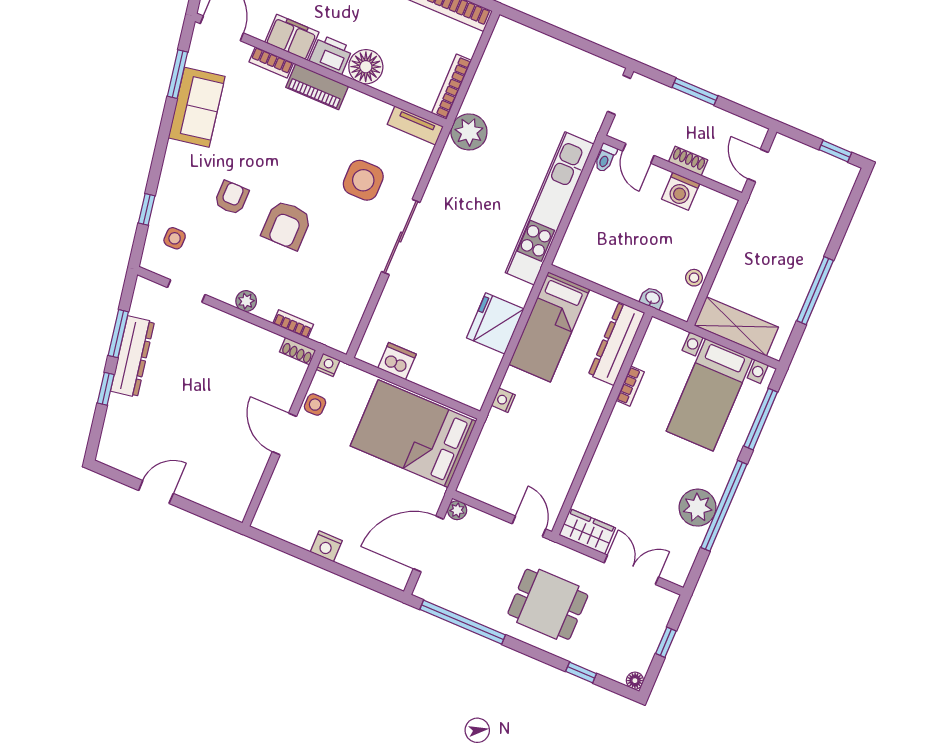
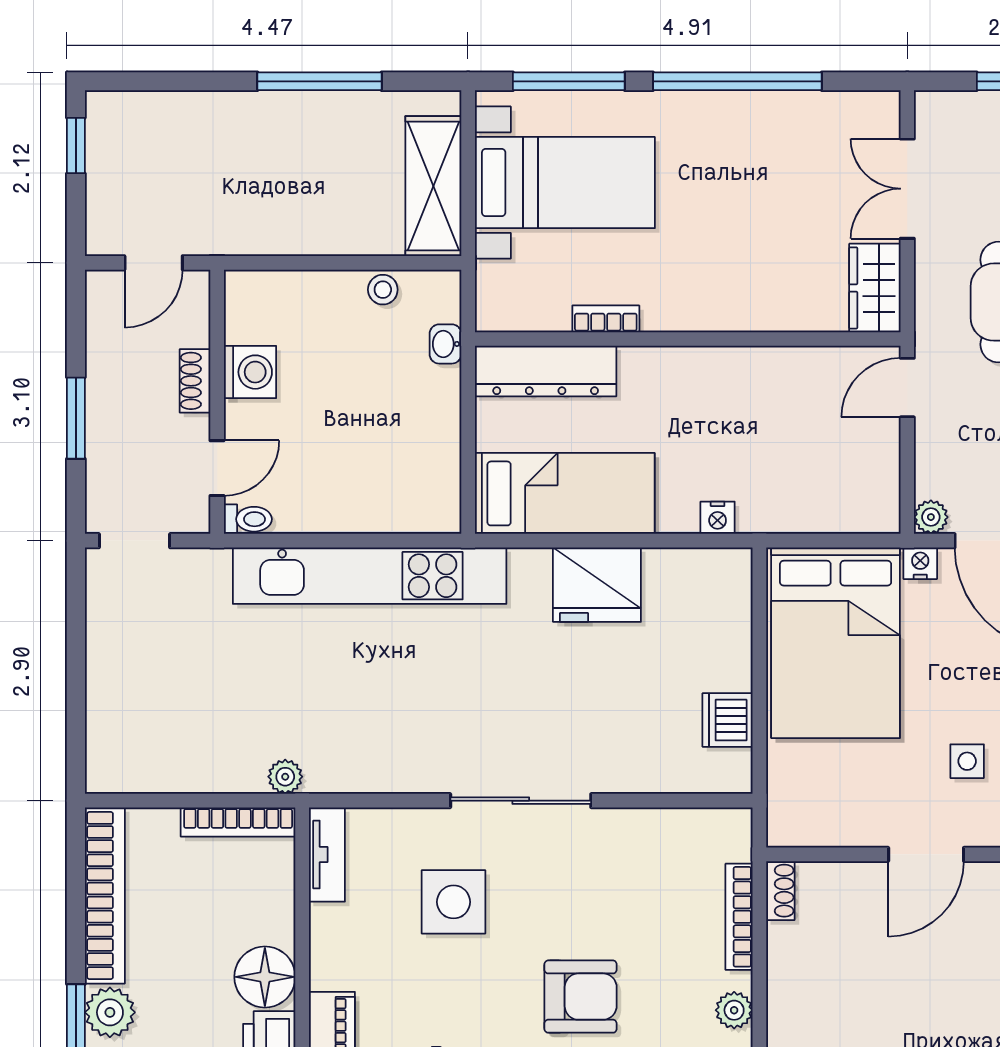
plant: (469, 132) -> (285, 777), width x0.53, depth x0.53
bookcase: (293, 324) -> (739, 917), width x1.56
nightstand: (328, 365) -> (920, 563), moved, turned 90
side table: (315, 405) -> (967, 761), moved
plant: (698, 508) -> (759, 123), removed

